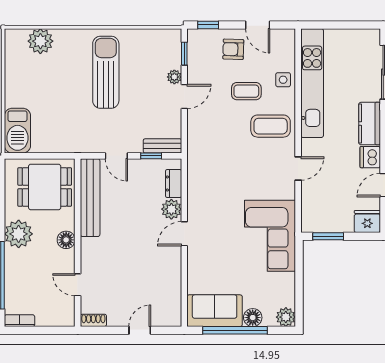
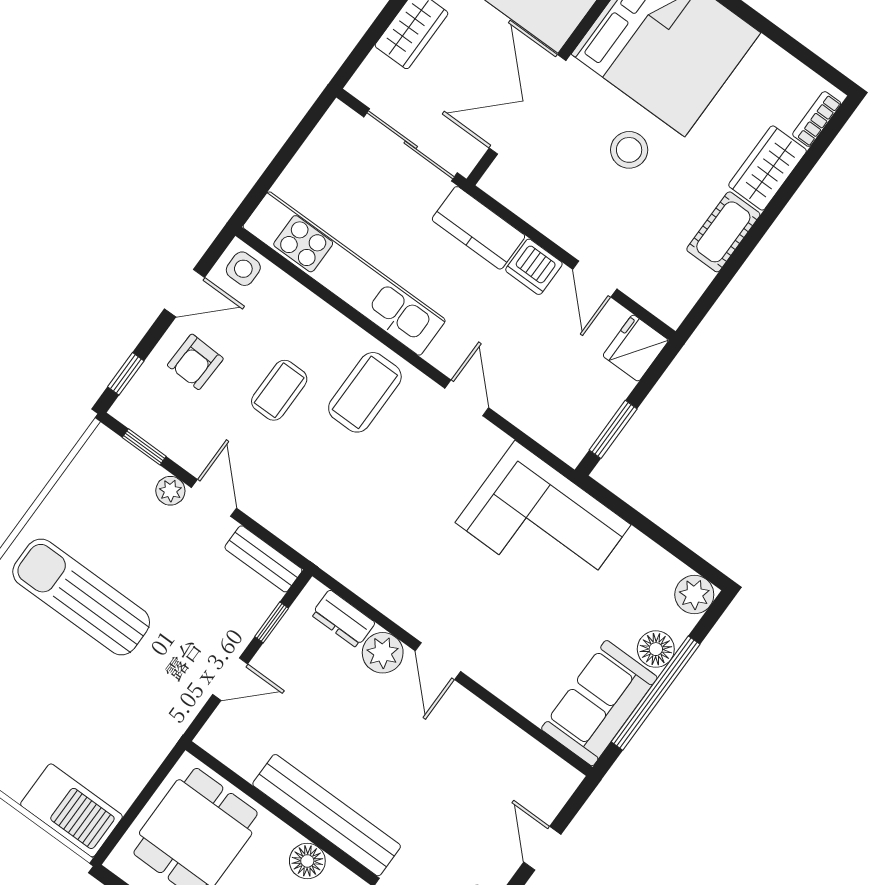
side table: (283, 80) -> (243, 269), moved
bench: (162, 146) -> (263, 559), moved, turned 90
bench: (90, 198) -> (327, 815), moved

